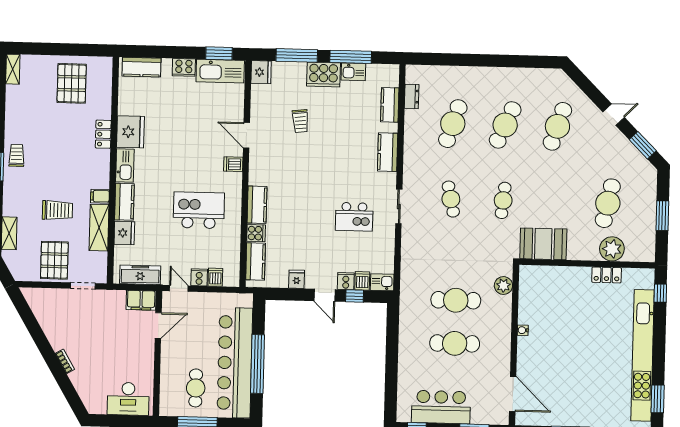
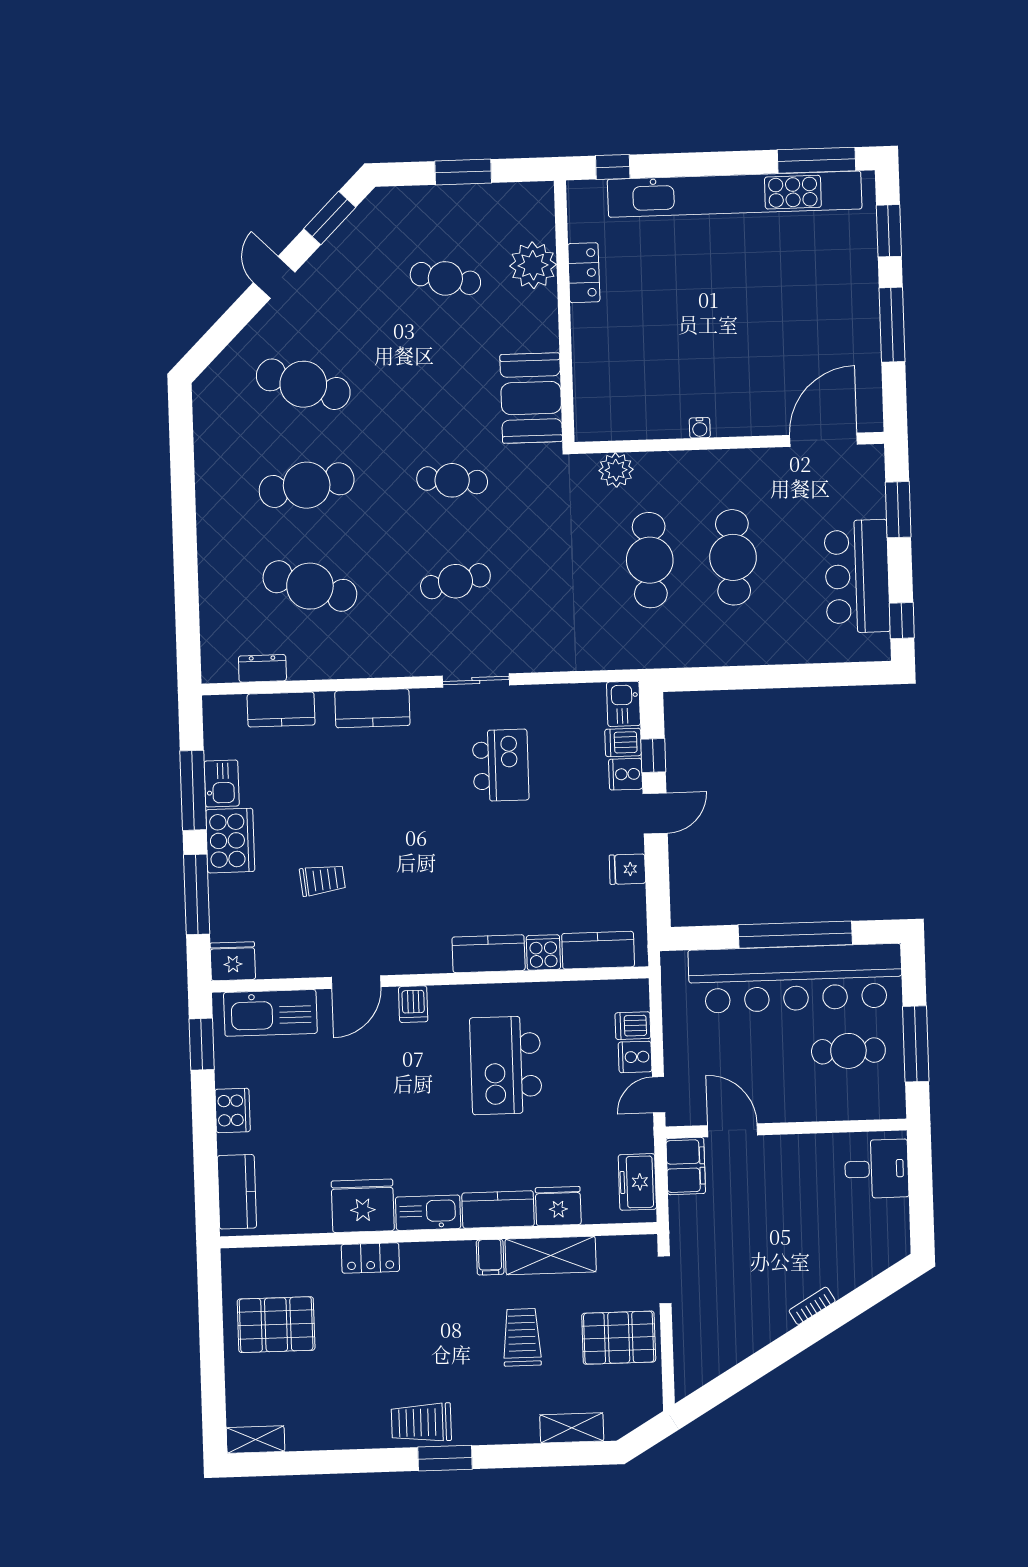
kitchen sink: (220, 71) -> (270, 1013), moved, turned 90
cafe table: (505, 125) -> (307, 485), turned -33
trolley: (17, 155) -> (421, 1422), width x1.36, depth x1.39
cafe table: (608, 203) -> (445, 278), width x0.73, depth x0.74
freezer: (140, 275) -> (637, 1182), width x0.71
desk: (128, 399) -> (877, 1169), width x0.73
window: (658, 399) -> (817, 160), width x1.44

